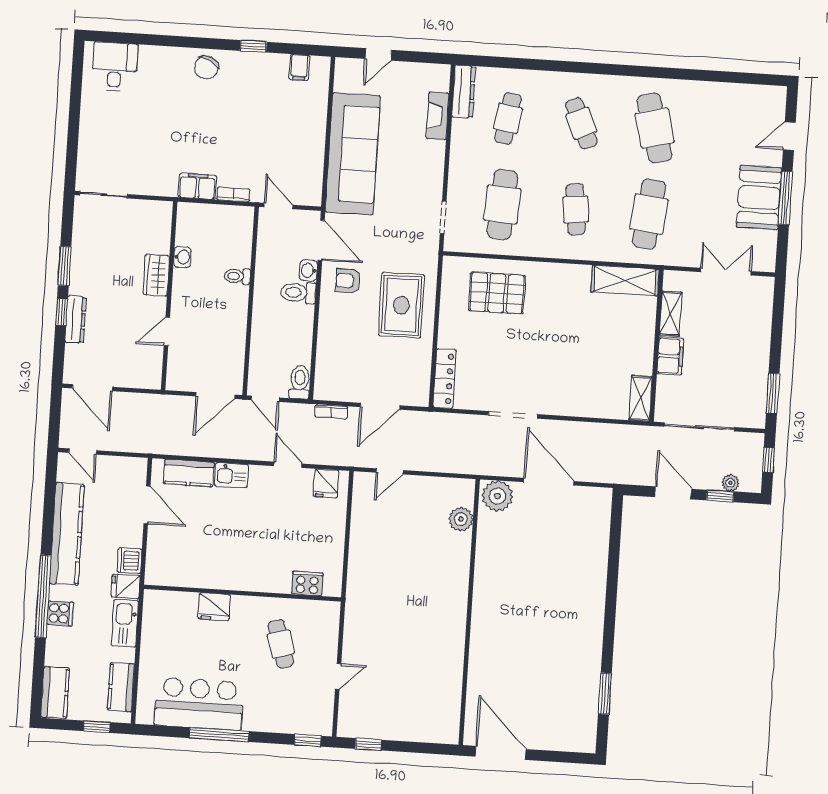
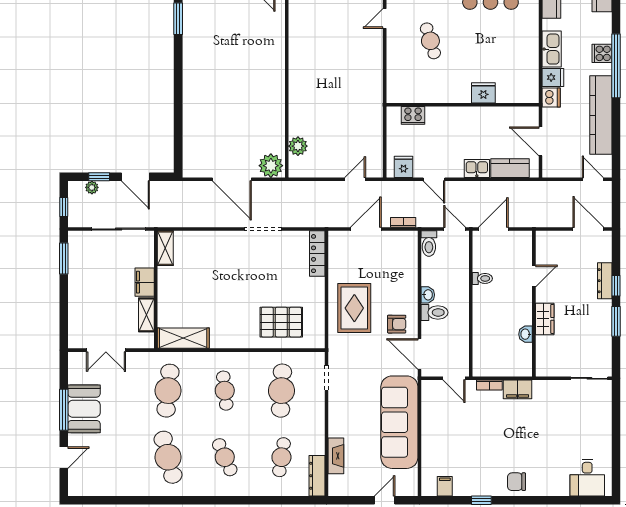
chair: (206, 67) -> (517, 482), turned -115
washbasin: (308, 270) -> (428, 295), moved
toilet: (237, 276) -> (482, 278), moved
cooker: (307, 583) -> (413, 115), moved
wall: (242, 593) -> (463, 105), moved
fridge: (214, 607) -> (483, 93), moved

